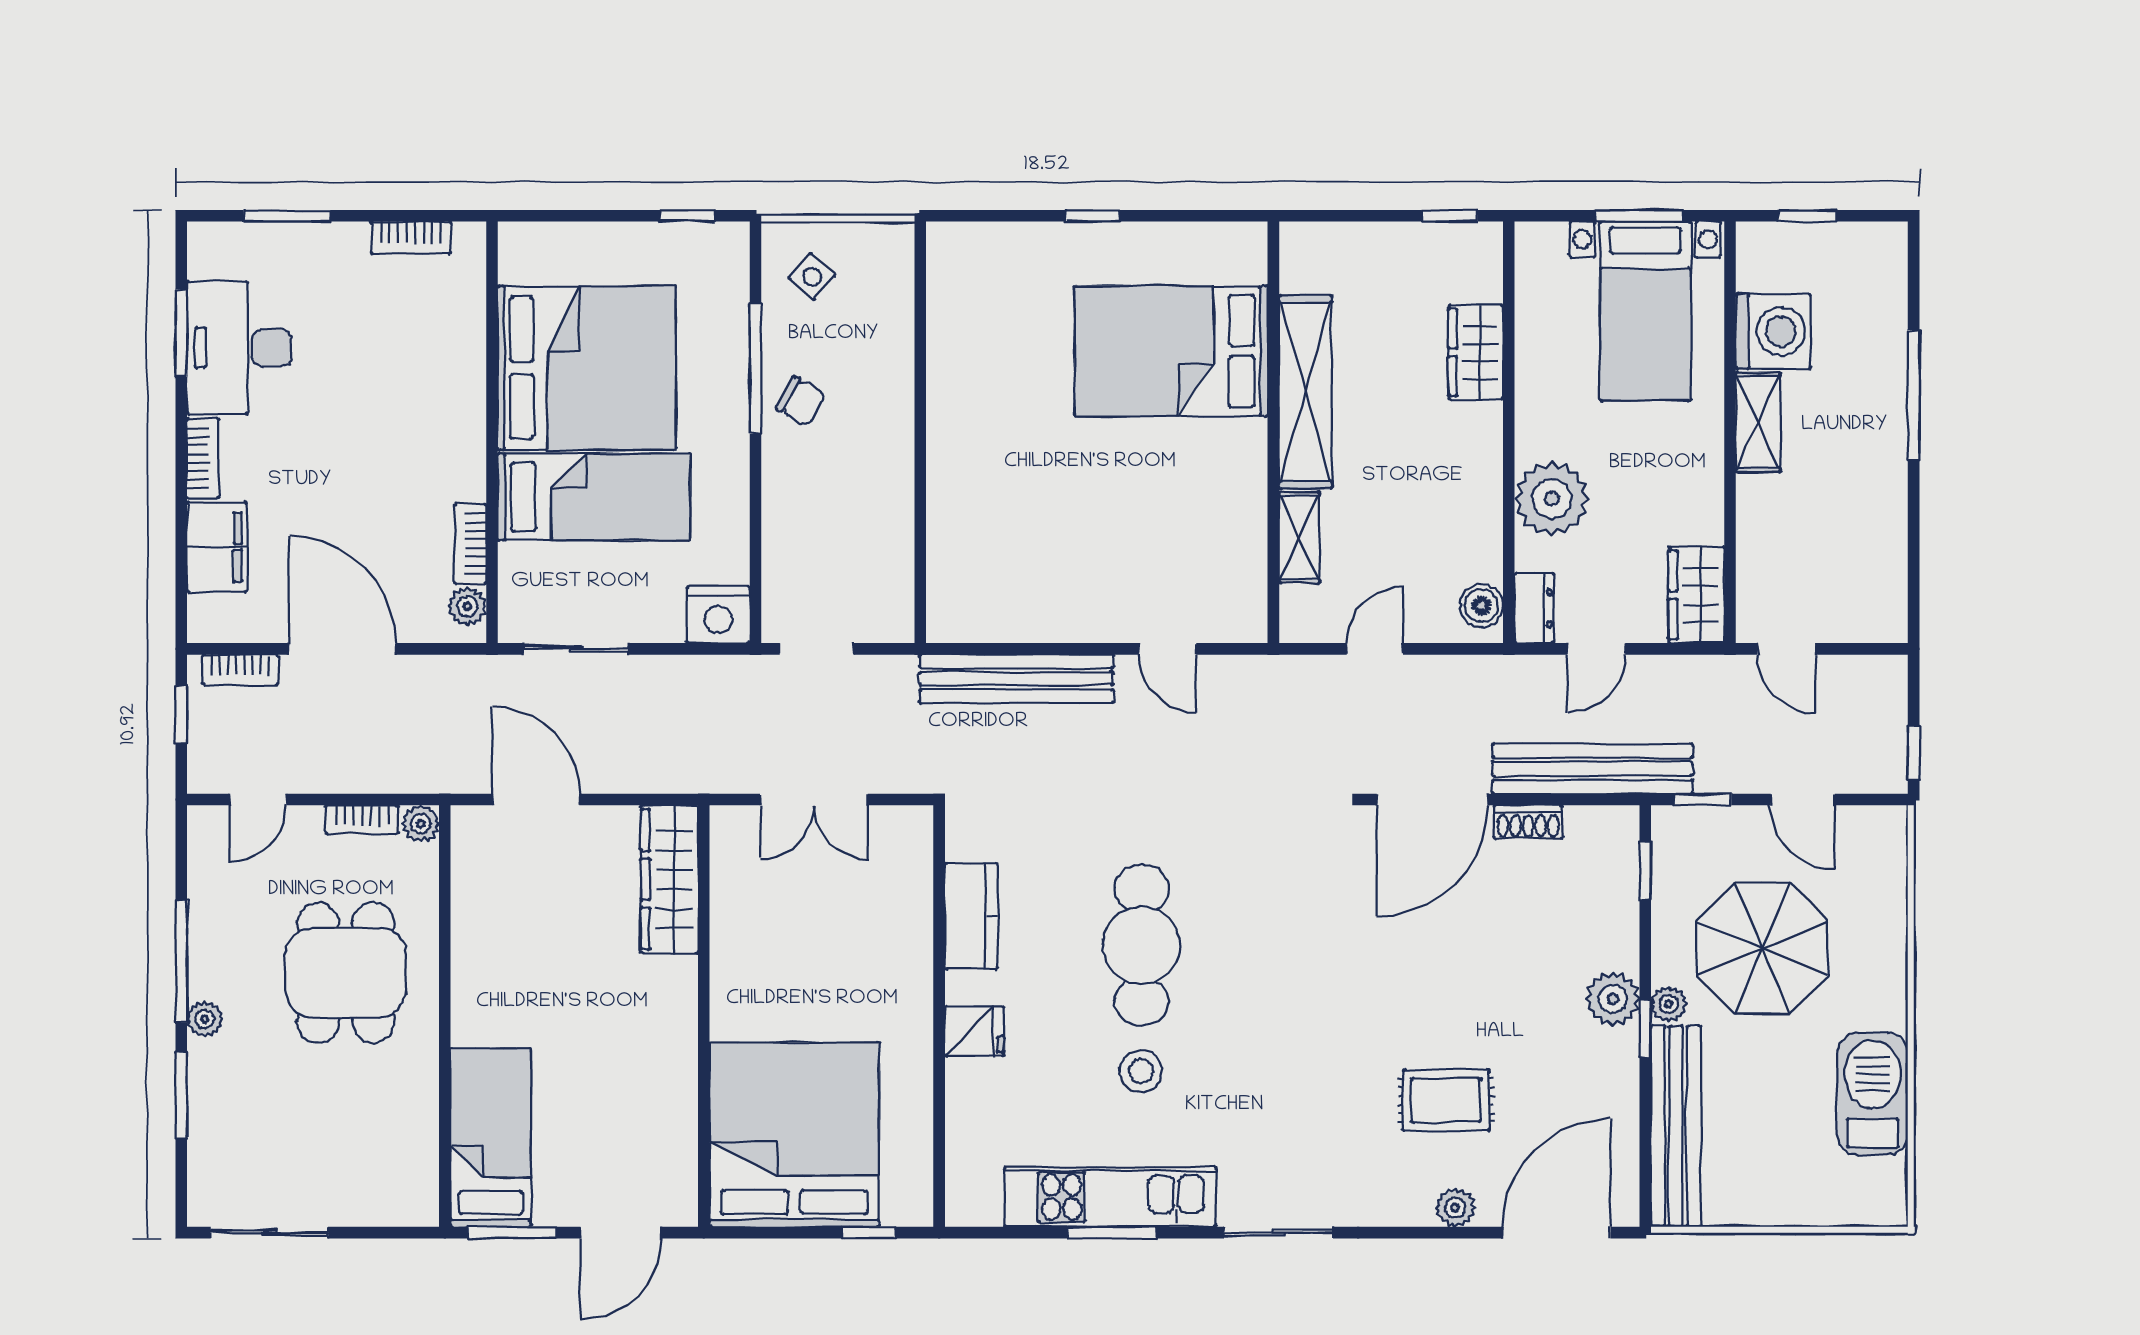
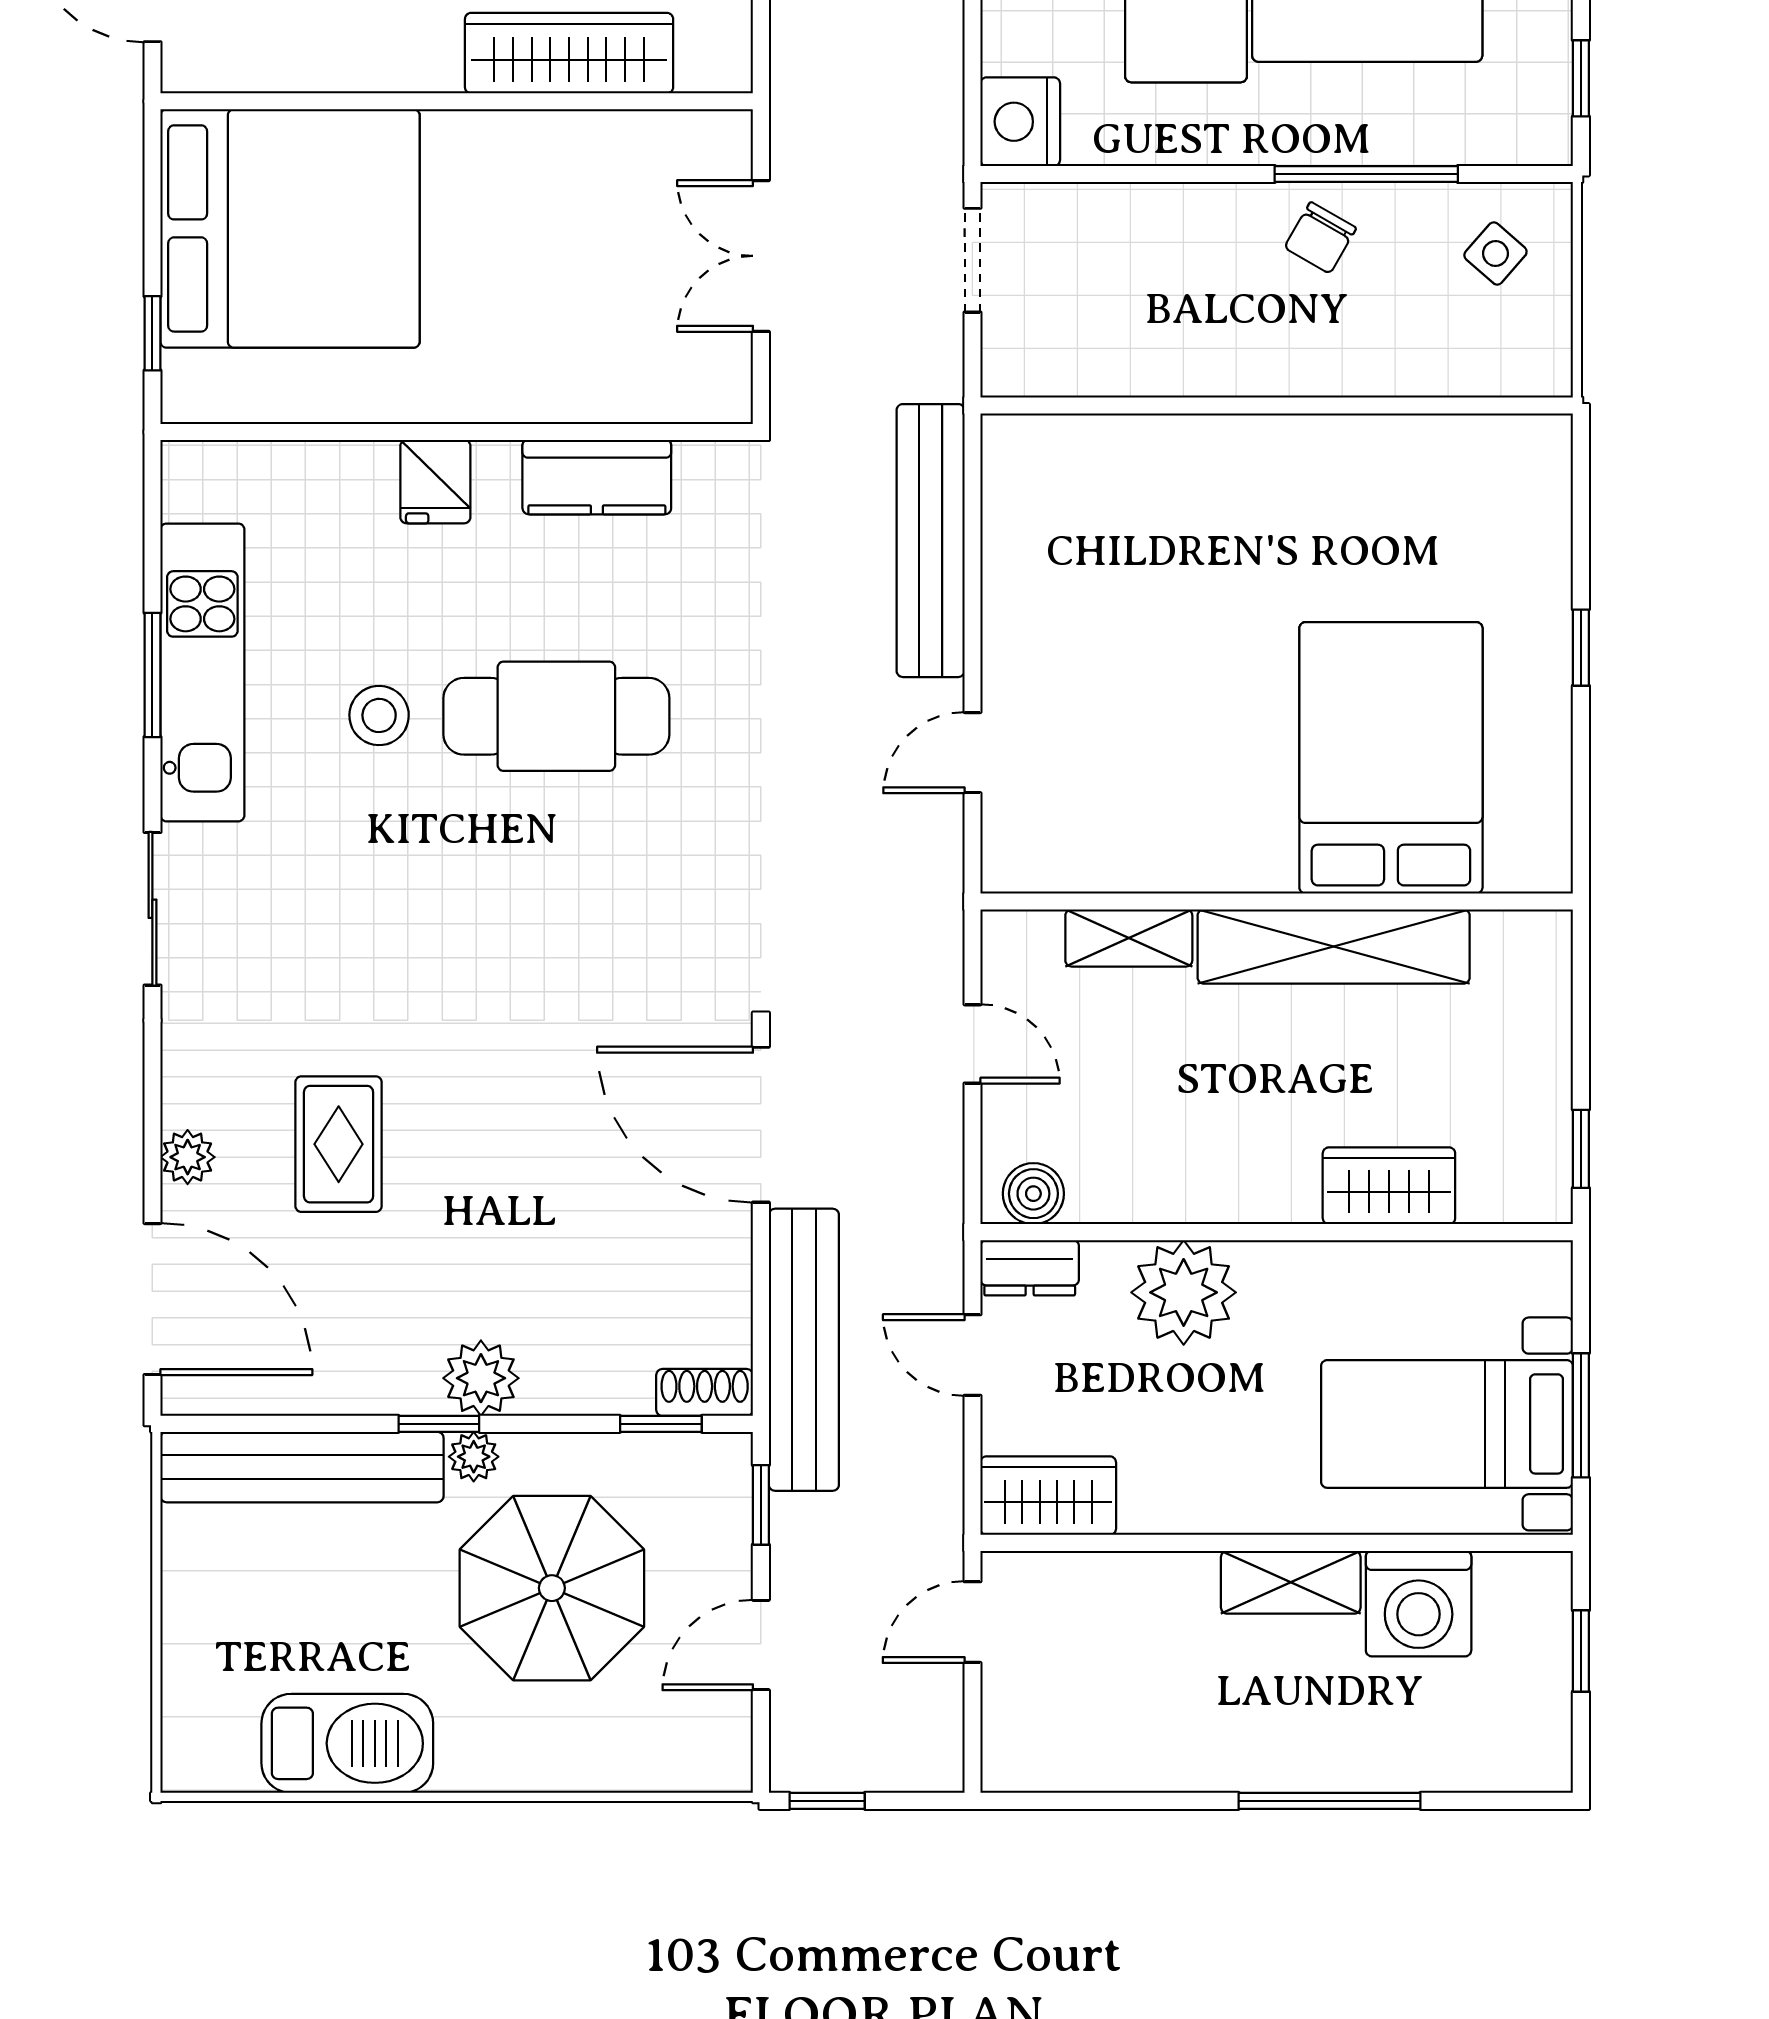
shoe rack: (1528, 822) -> (705, 1392), moved, turned 90
wardrobe: (669, 879) -> (569, 53), moved

